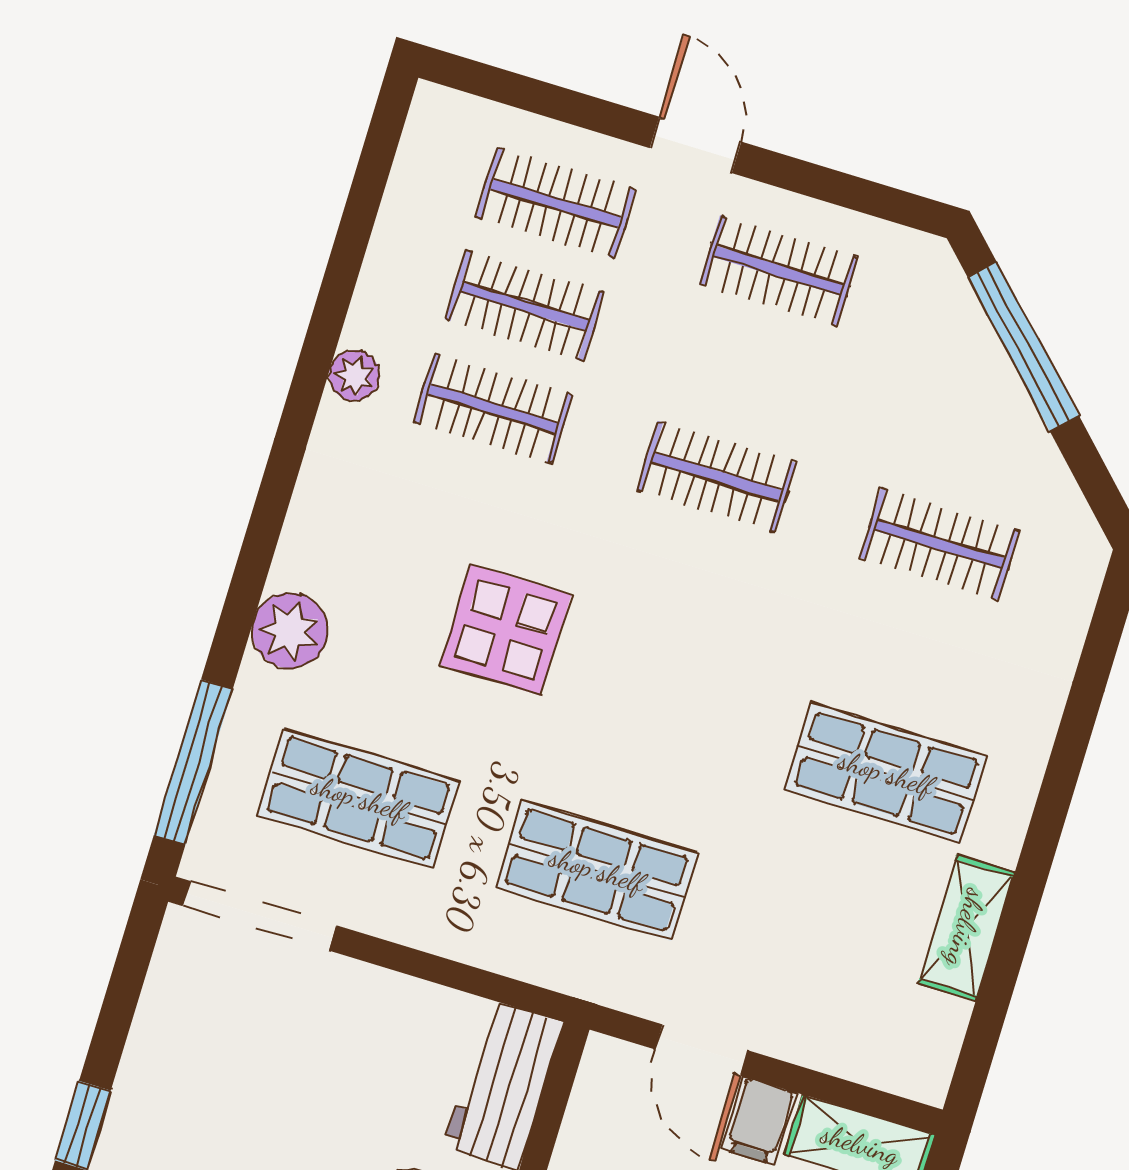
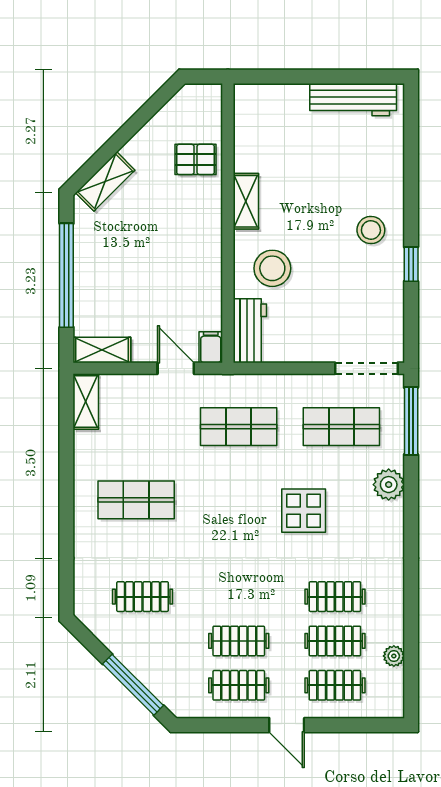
plant: (354, 375) -> (394, 656), moved
clothes rail: (716, 476) -> (239, 641), moved
shelving: (966, 928) -> (86, 402), moved
filing cabinet: (759, 1121) -> (211, 347), moved

